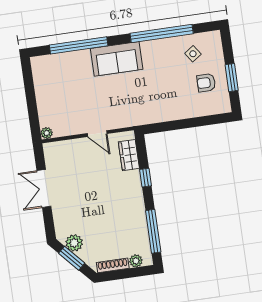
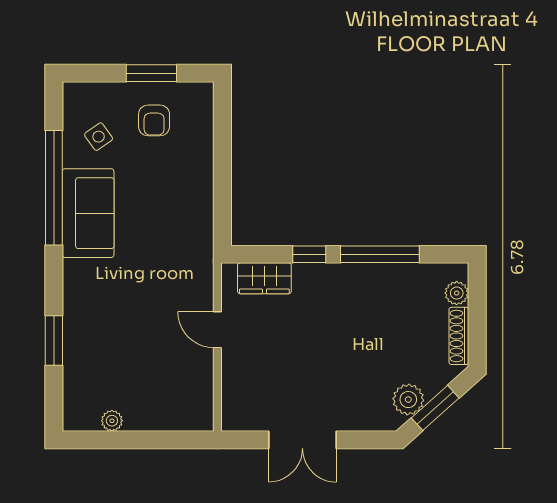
window: (79, 45) -> (54, 340), width x0.47
sofa: (117, 59) -> (88, 213), moved
plant: (47, 133) -> (112, 421), moved
door: (97, 134) -> (217, 330), swing flipped
window: (153, 231) -> (380, 254), moved

